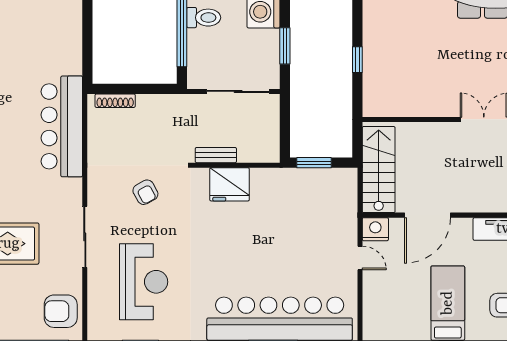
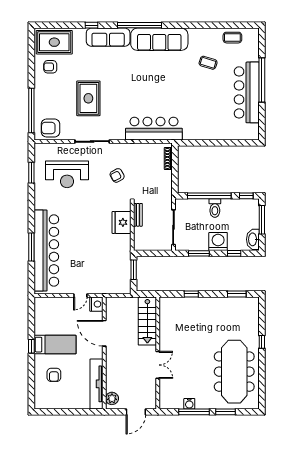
stairs: (379, 170) -> (147, 321), moved, turned 90
armchair: (61, 311) -> (51, 128), turned -90

